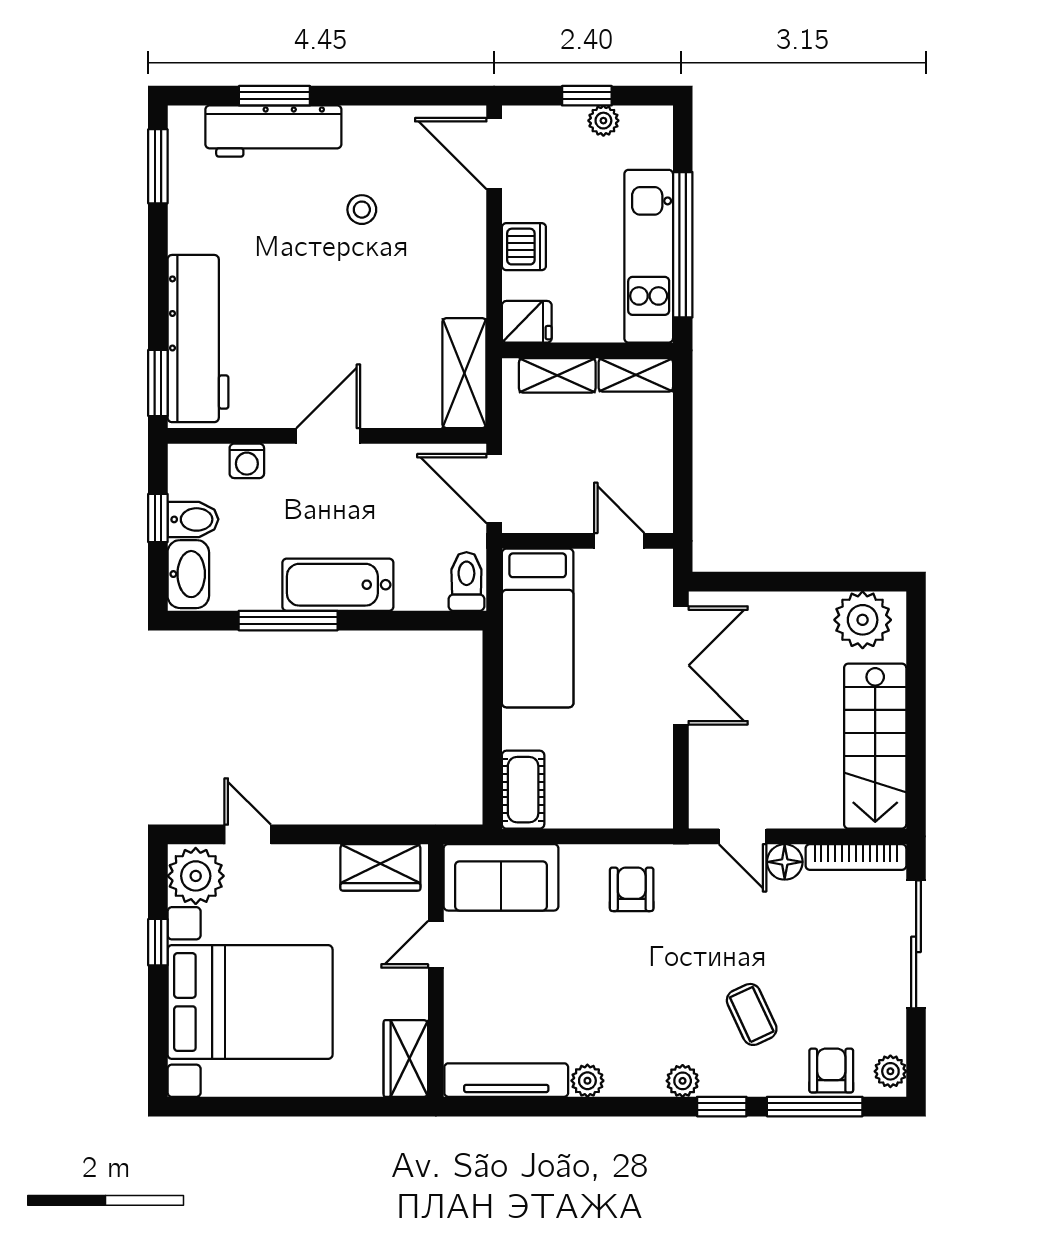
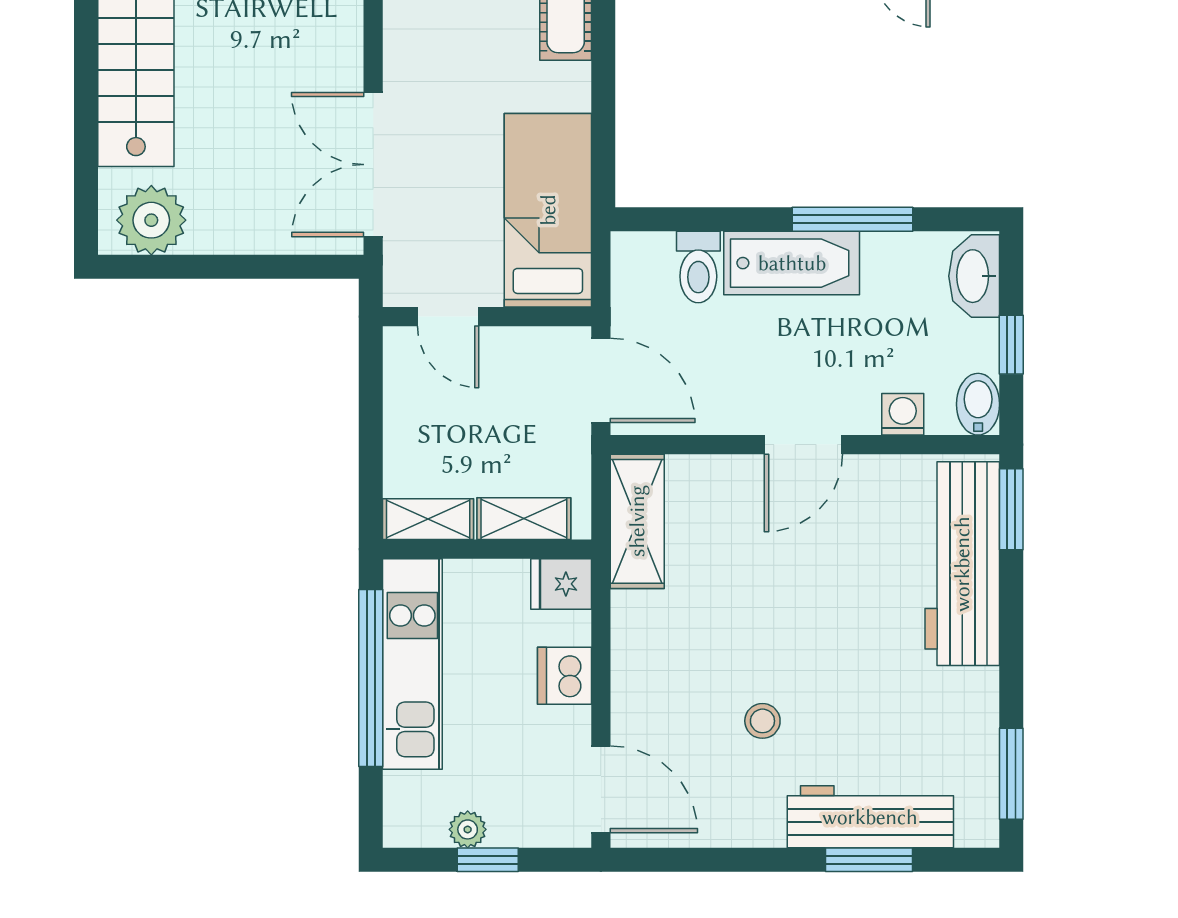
bidet: (193, 519) -> (978, 404), moved, turned 90
toilet: (466, 581) -> (698, 267), moved

